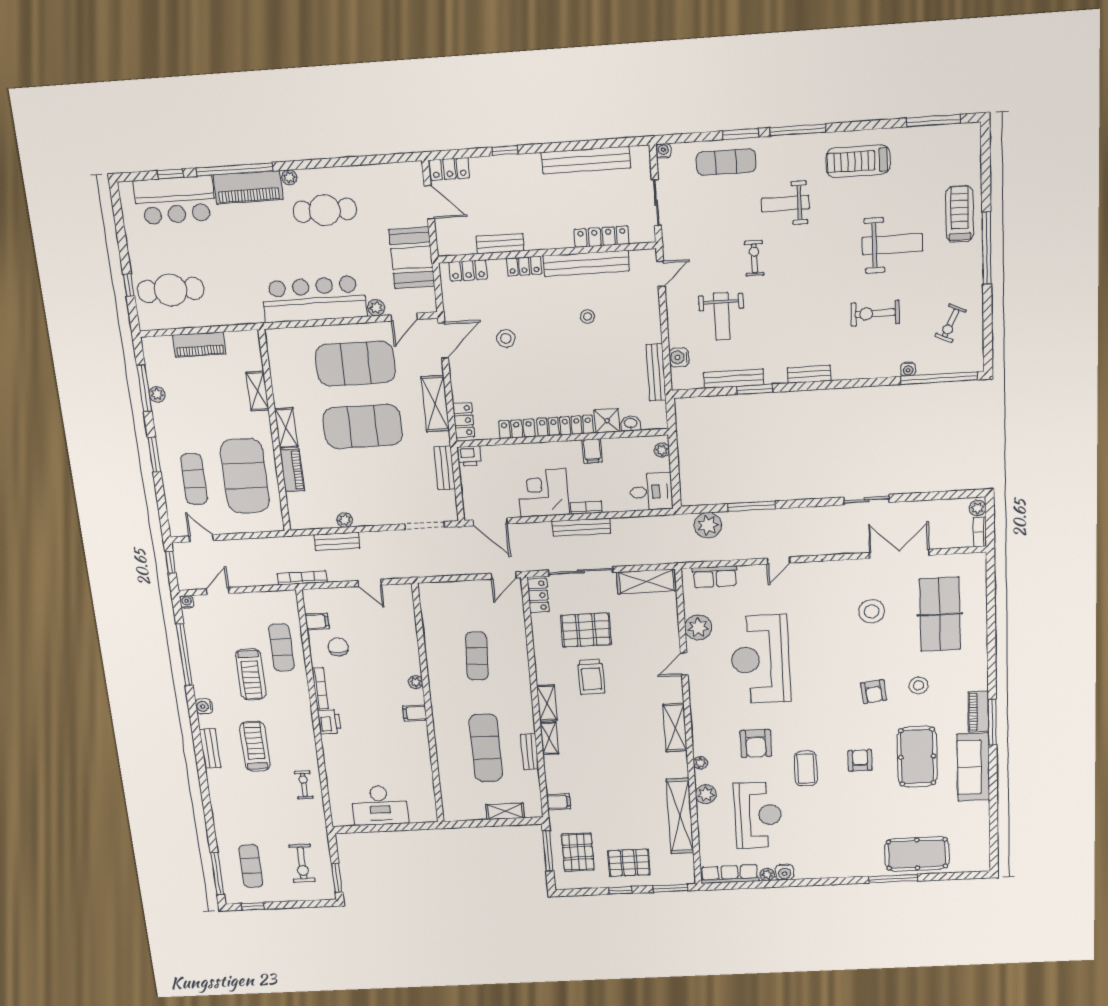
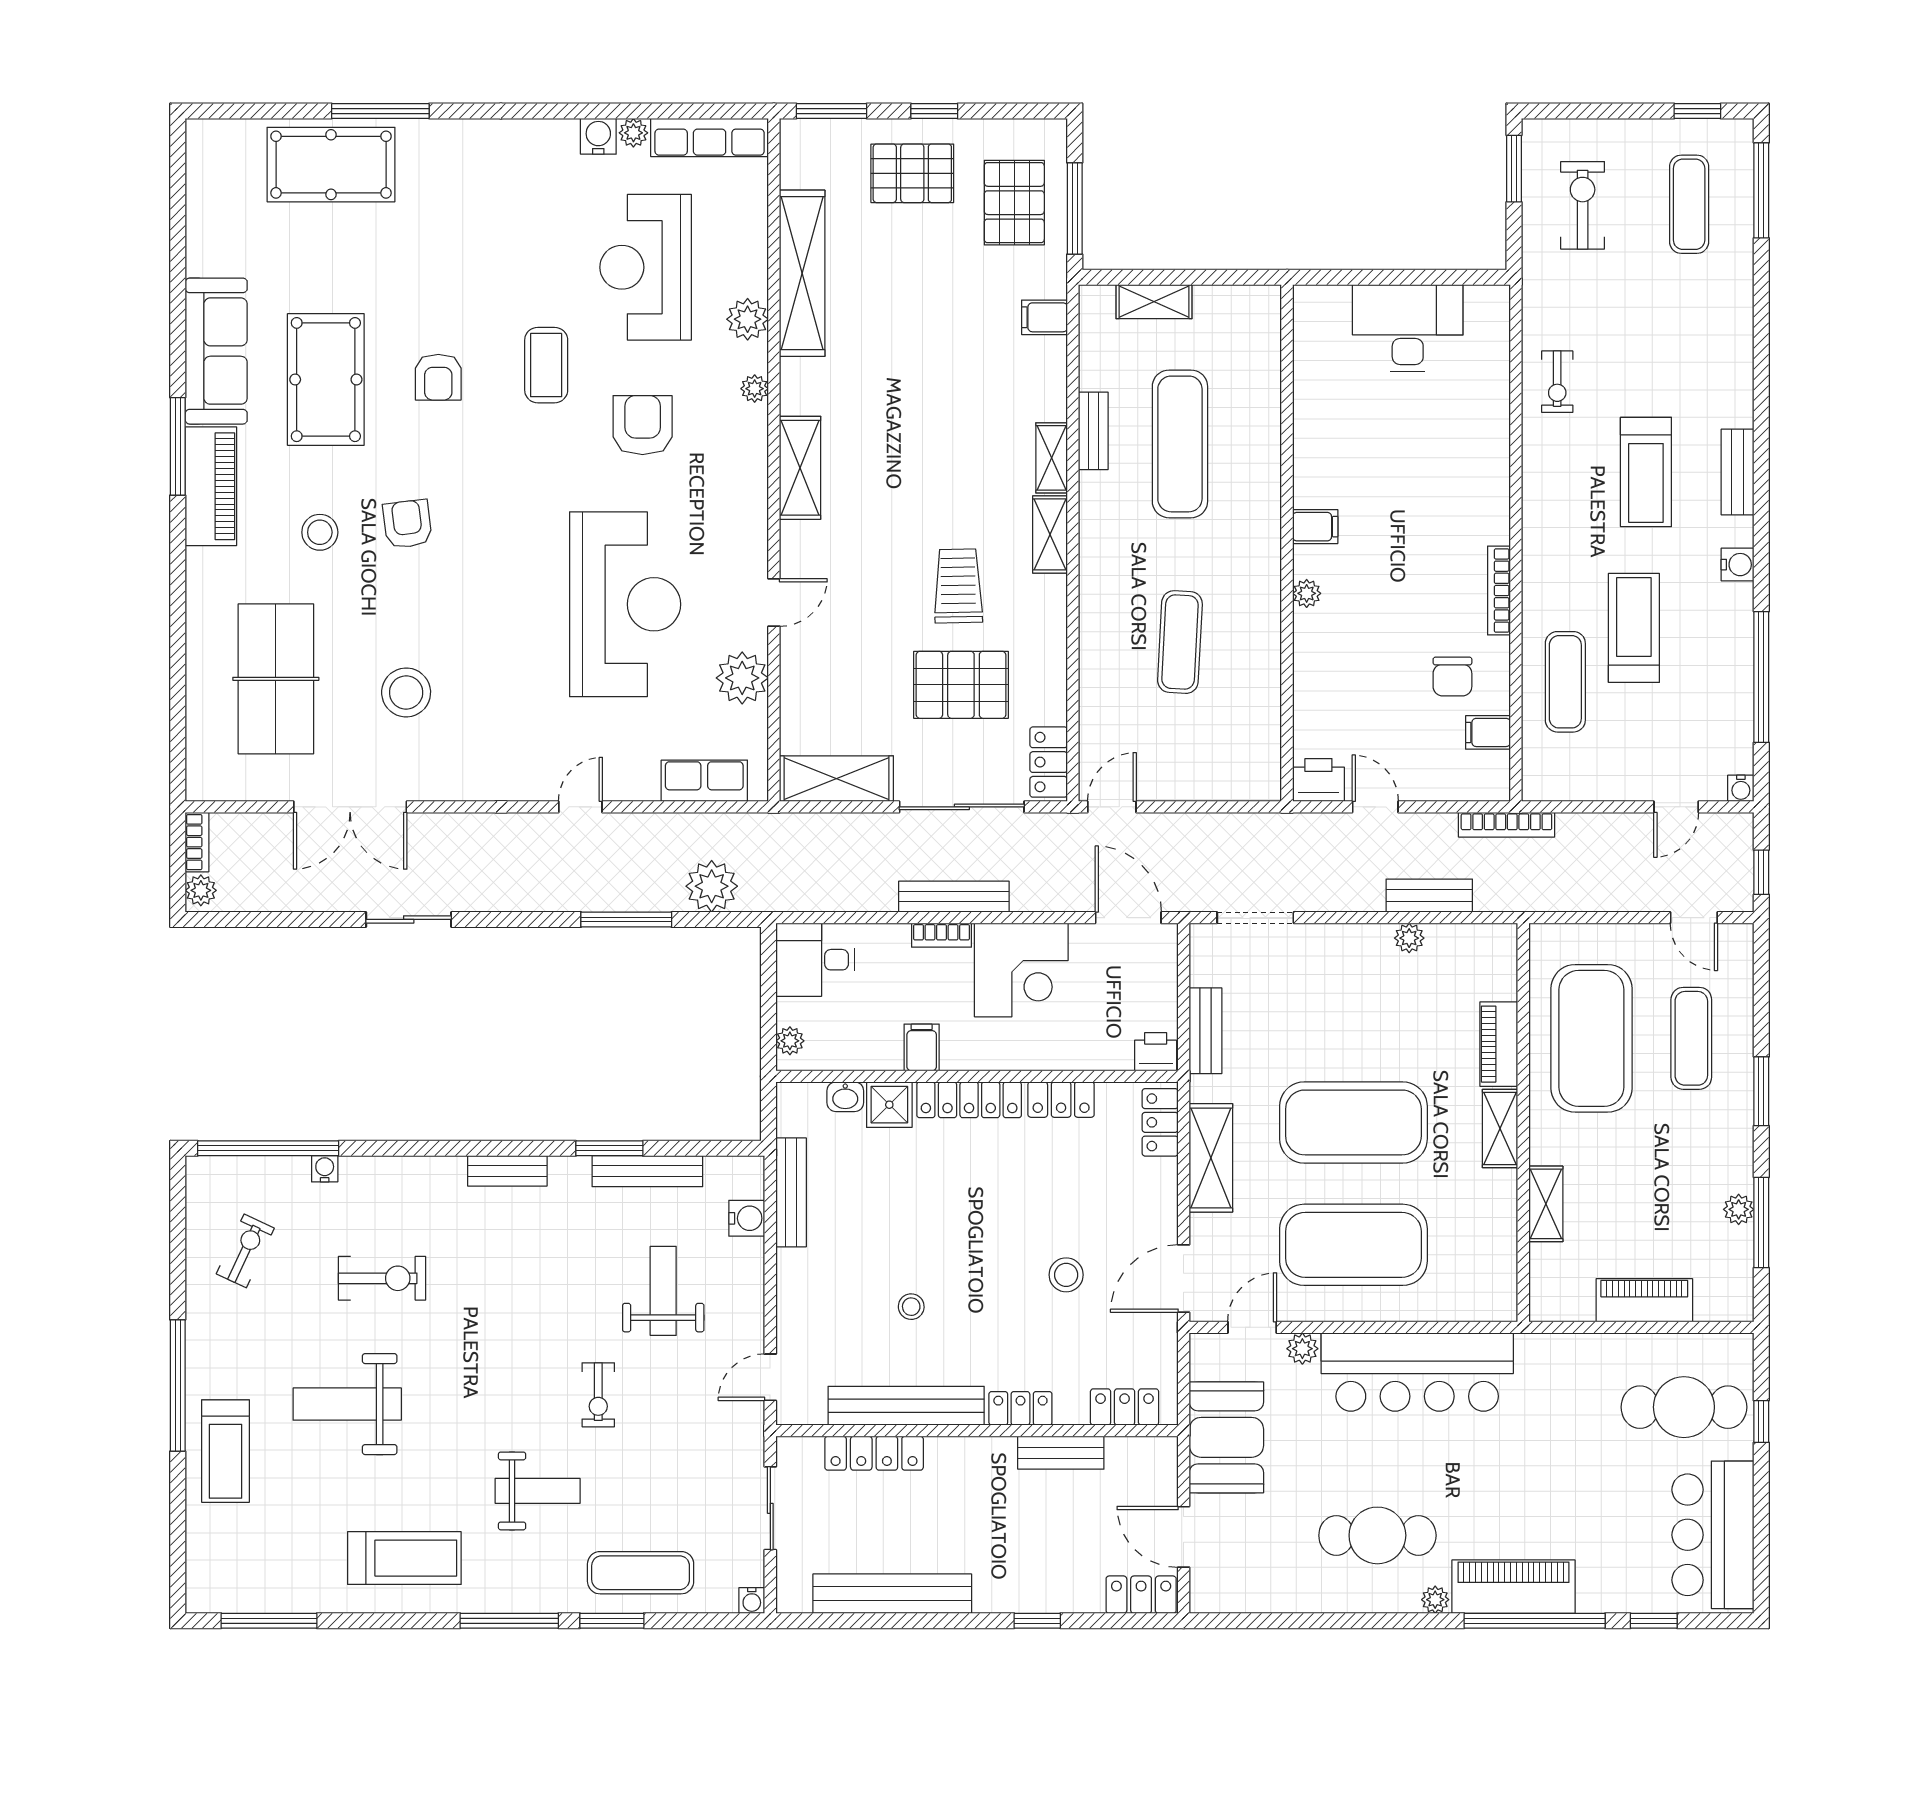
bar counter: (175, 200) -> (1713, 1535), moved, turned -90
piano: (978, 712) -> (211, 486), width x1.37, depth x1.33
printer: (329, 722) -> (1318, 780), moved, turned 90

